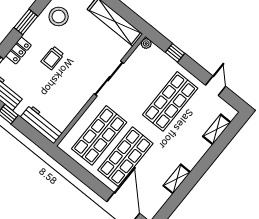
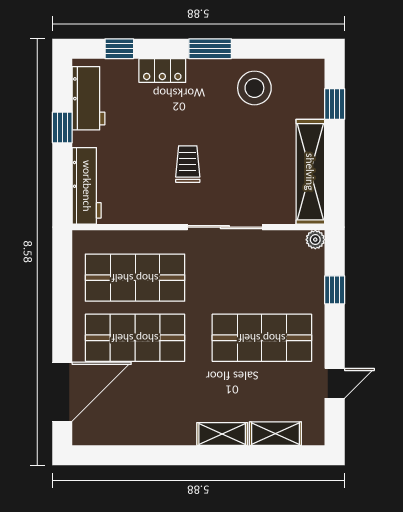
trolley: (52, 58) -> (188, 164), moved, turned 90
shelving: (177, 179) -> (222, 434), moved

